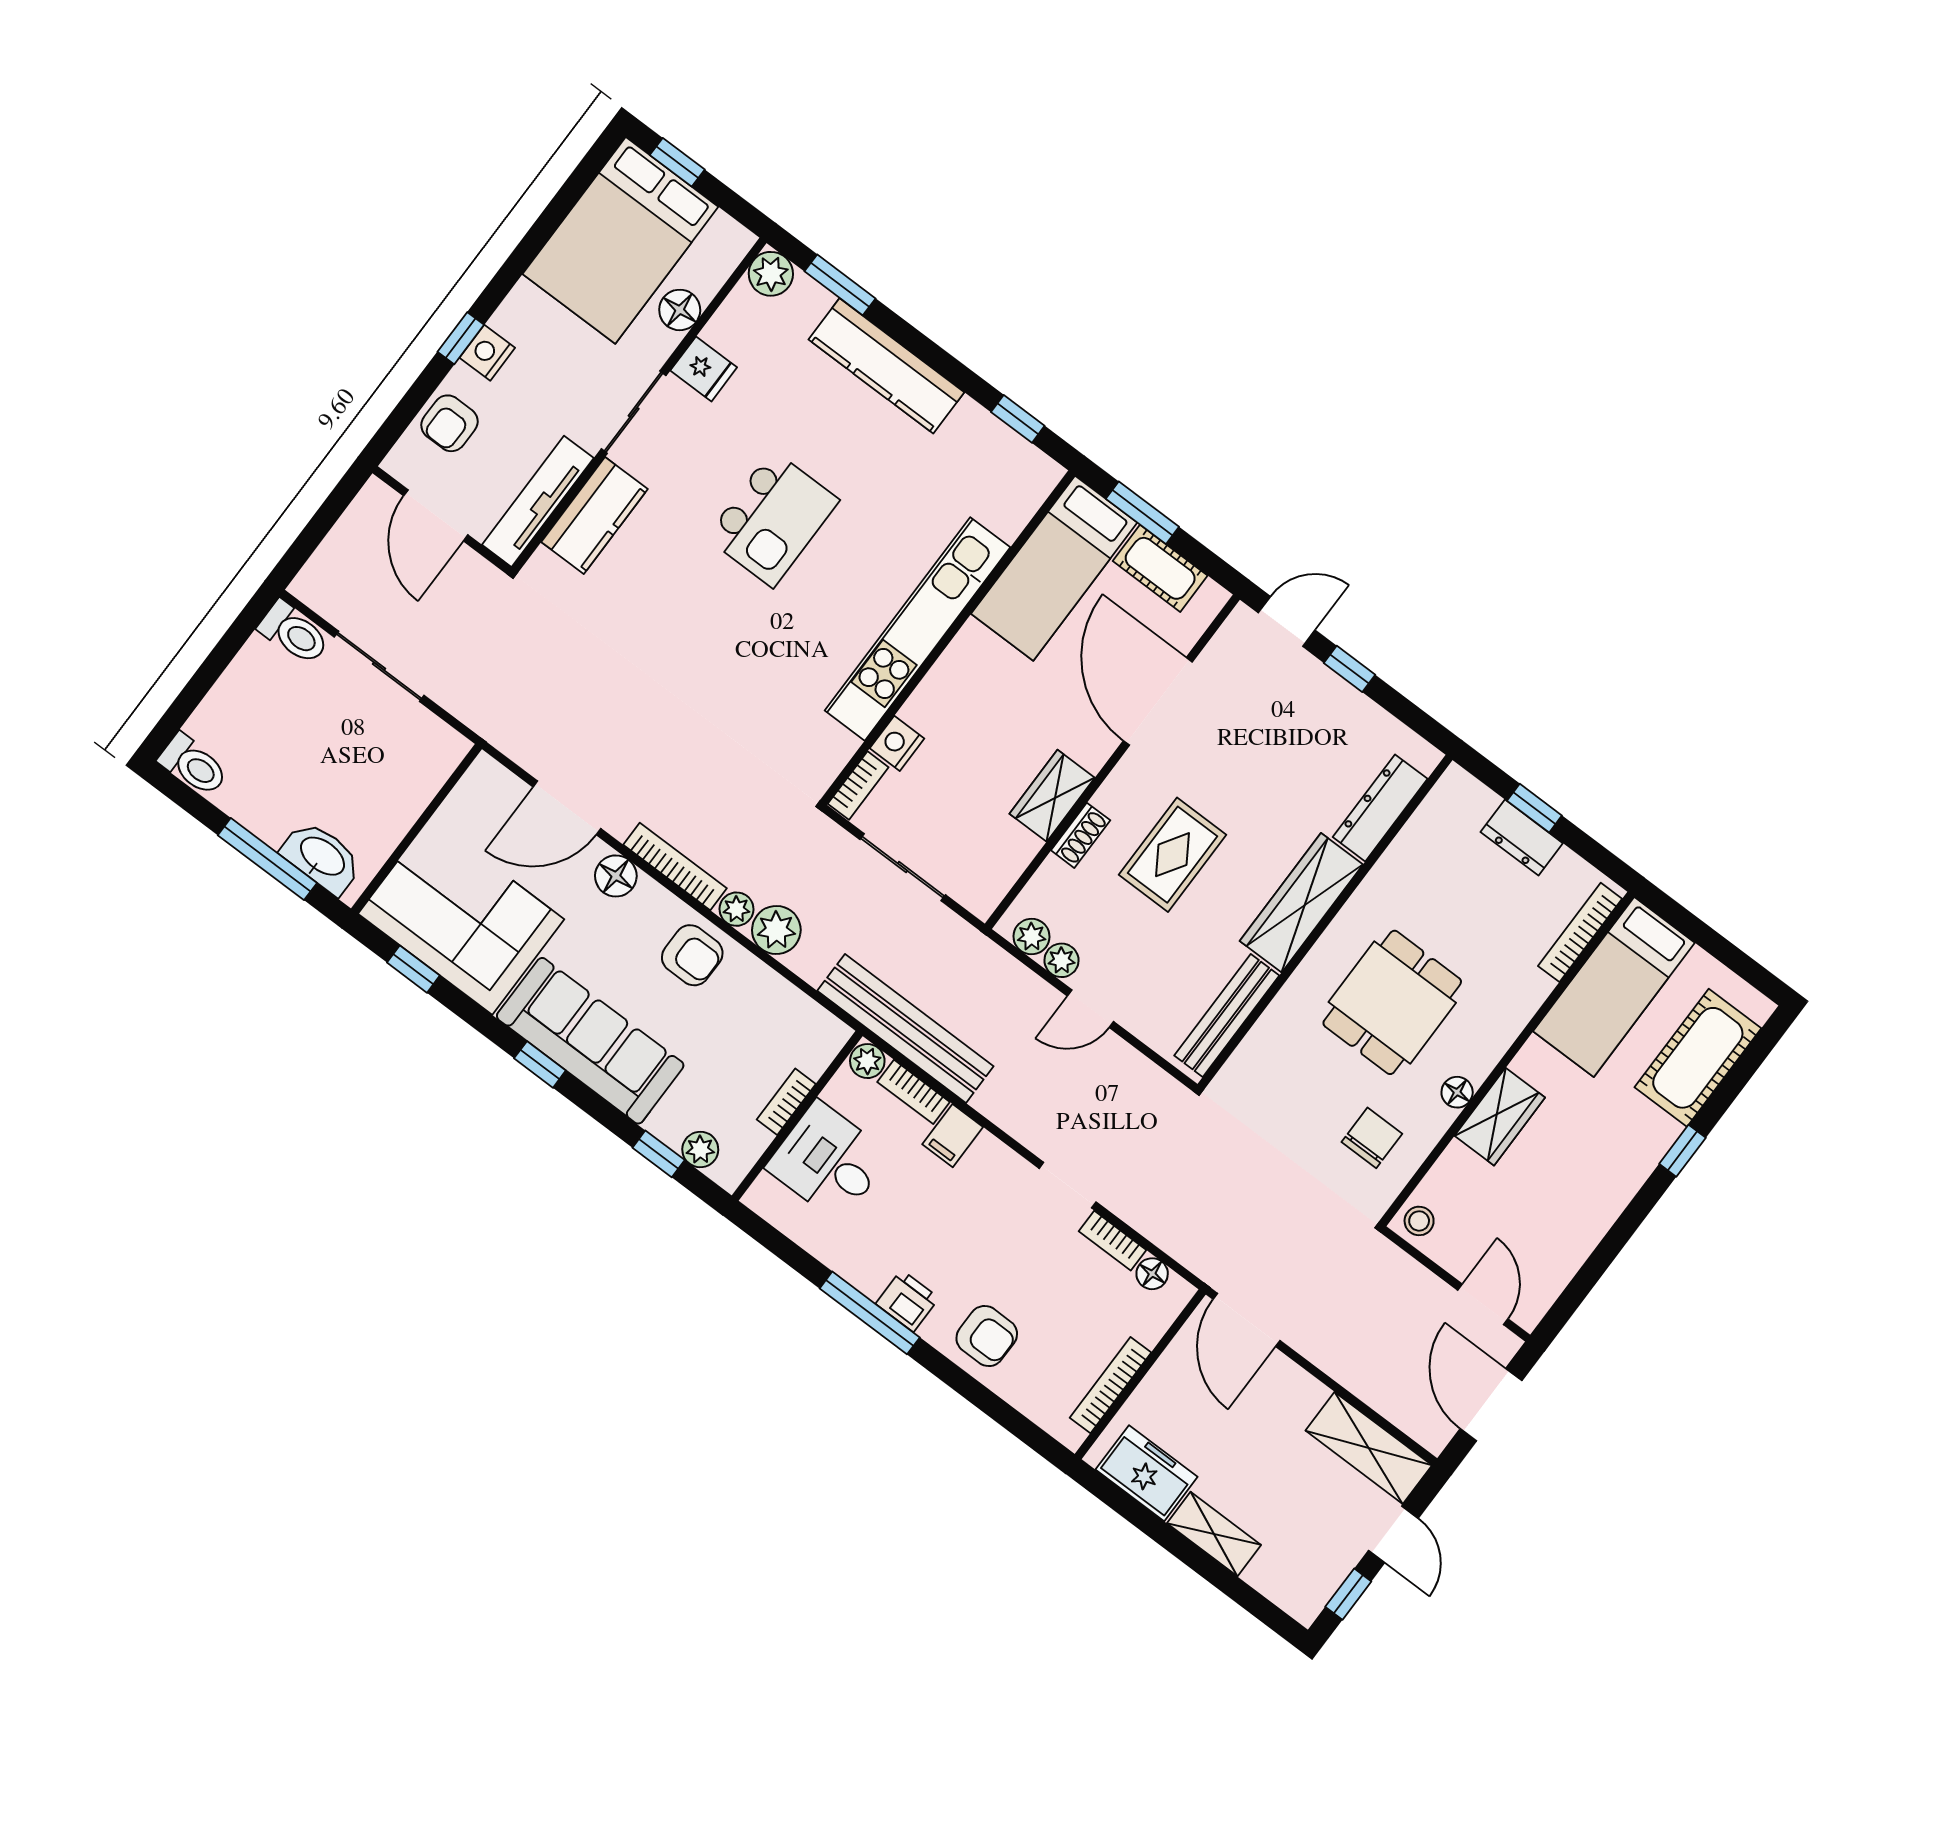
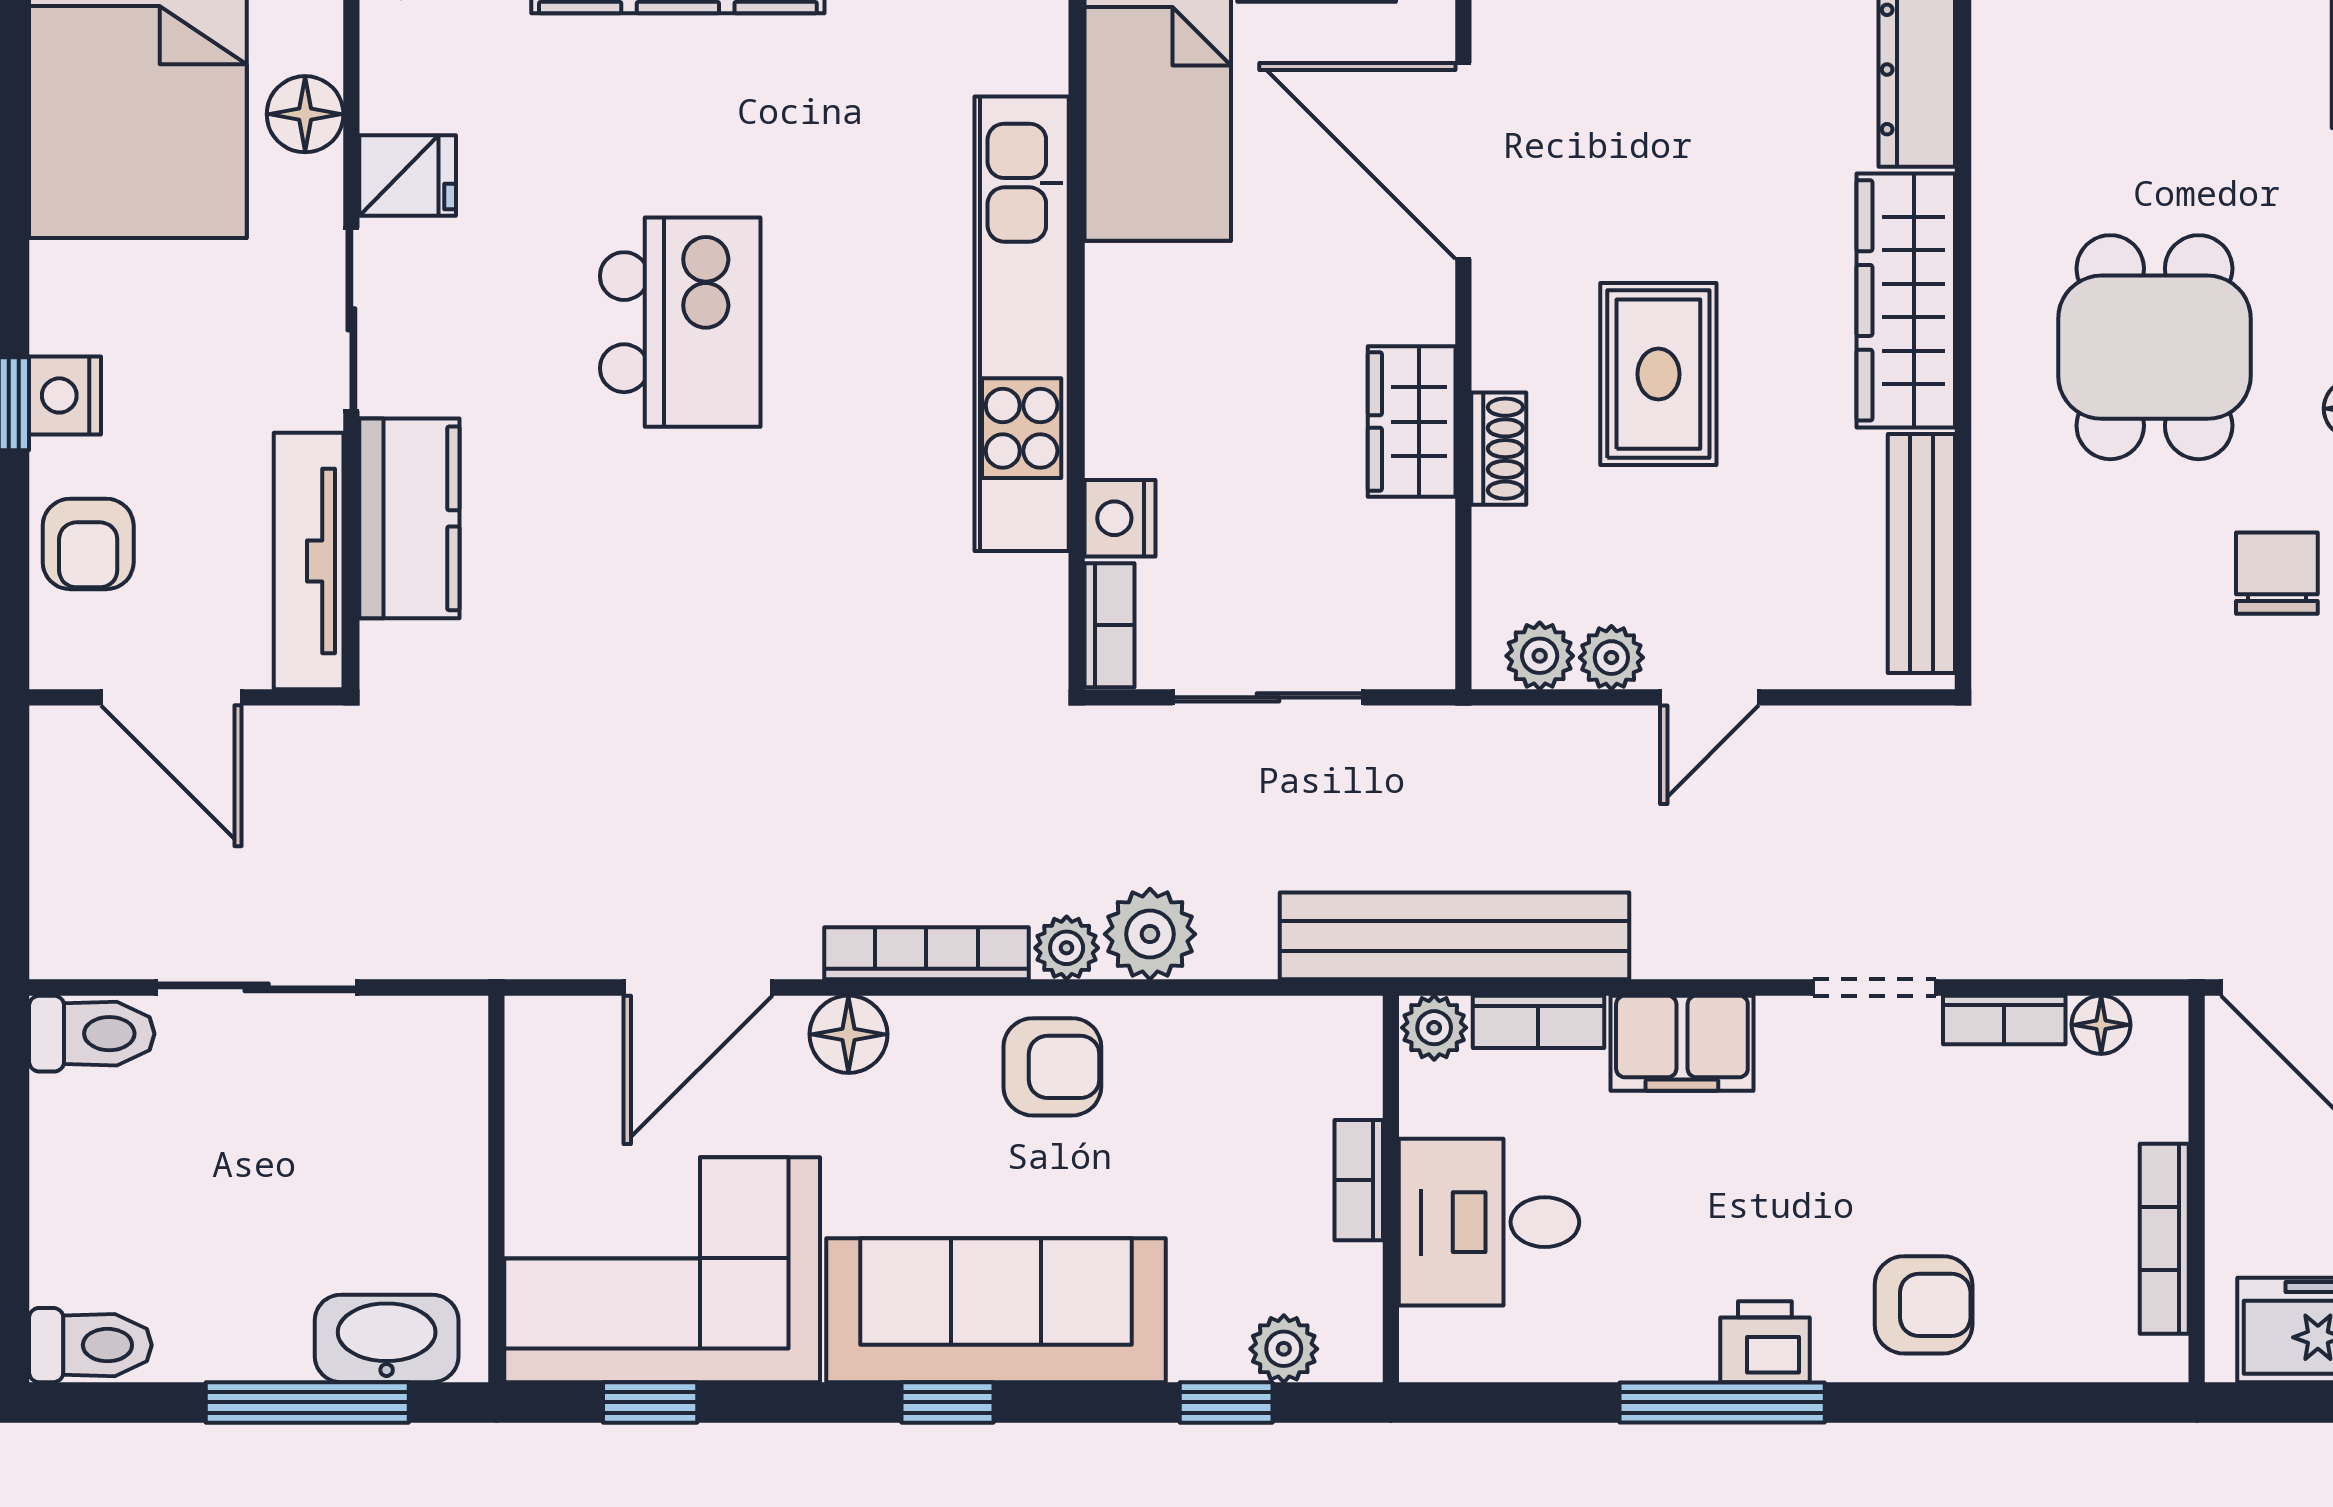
filing cabinet: (953, 1136) -> (1682, 1043), width x2.00

